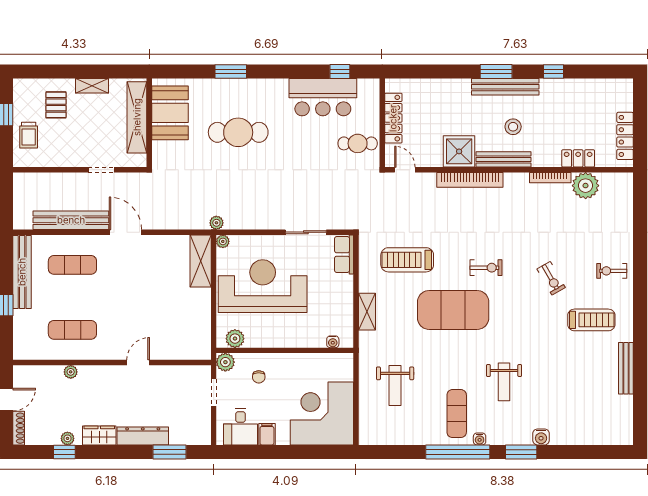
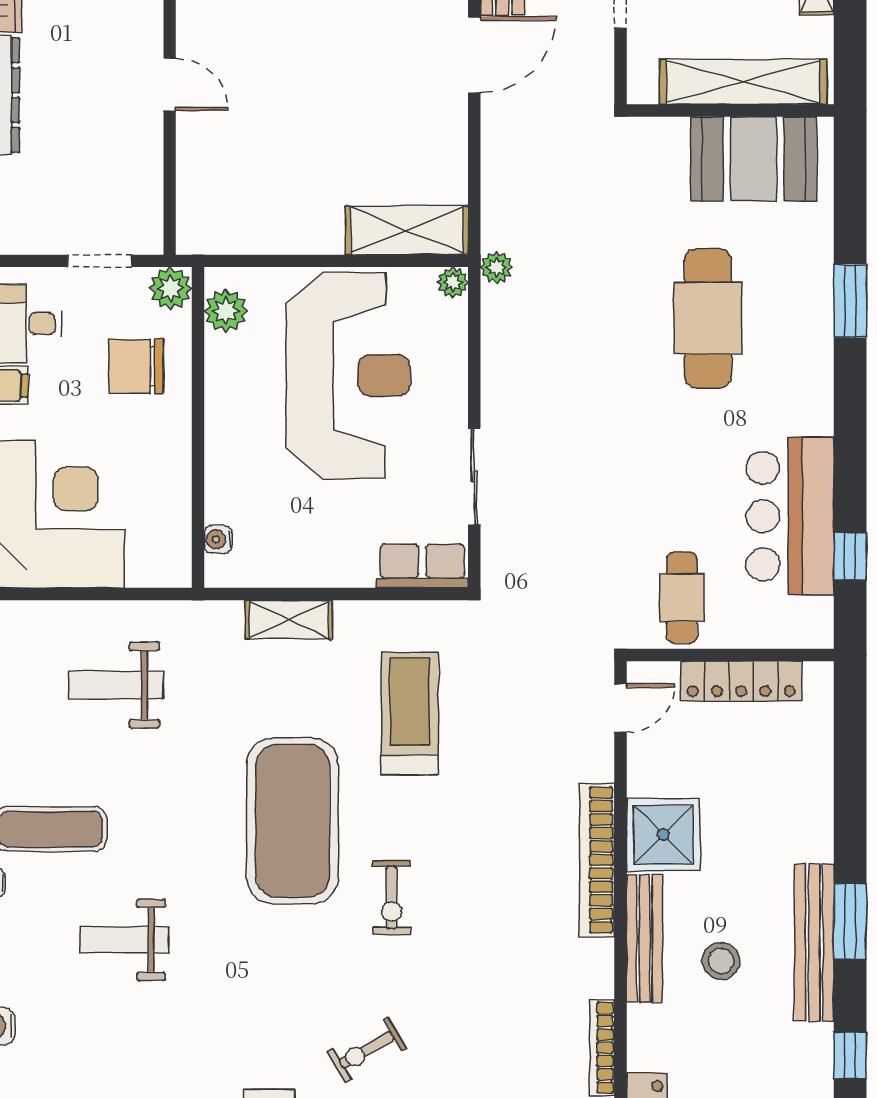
chair: (259, 377) -> (136, 366), width x1.87, depth x1.87

